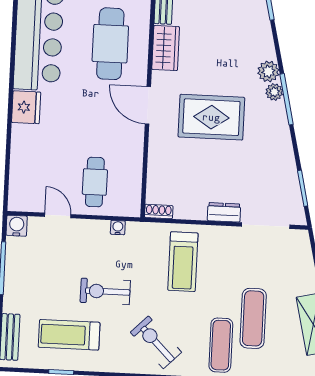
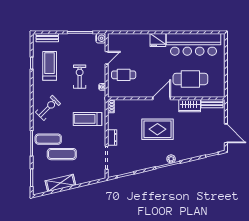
plant: (268, 71) -> (181, 156), removed
rug: (211, 117) -> (157, 129), turned 90
exercise bike: (105, 291) -> (80, 77), moved

